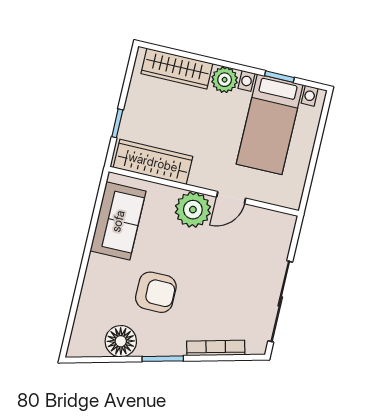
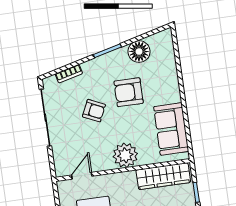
door: (231, 198) -> (82, 176), moved
armchair: (212, 286) -> (94, 111), added
bookcase: (216, 348) -> (69, 74), width x0.64

